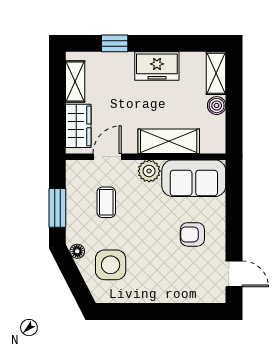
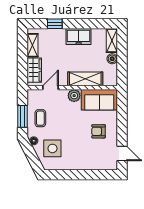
coffee table: (106, 202) -> (40, 118), moved

